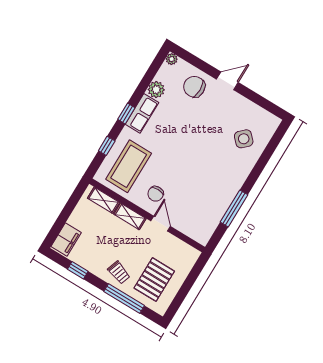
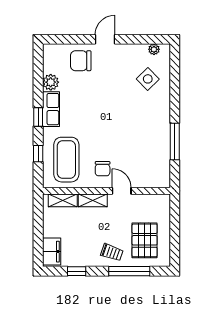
plant: (172, 59) -> (154, 49), moved

